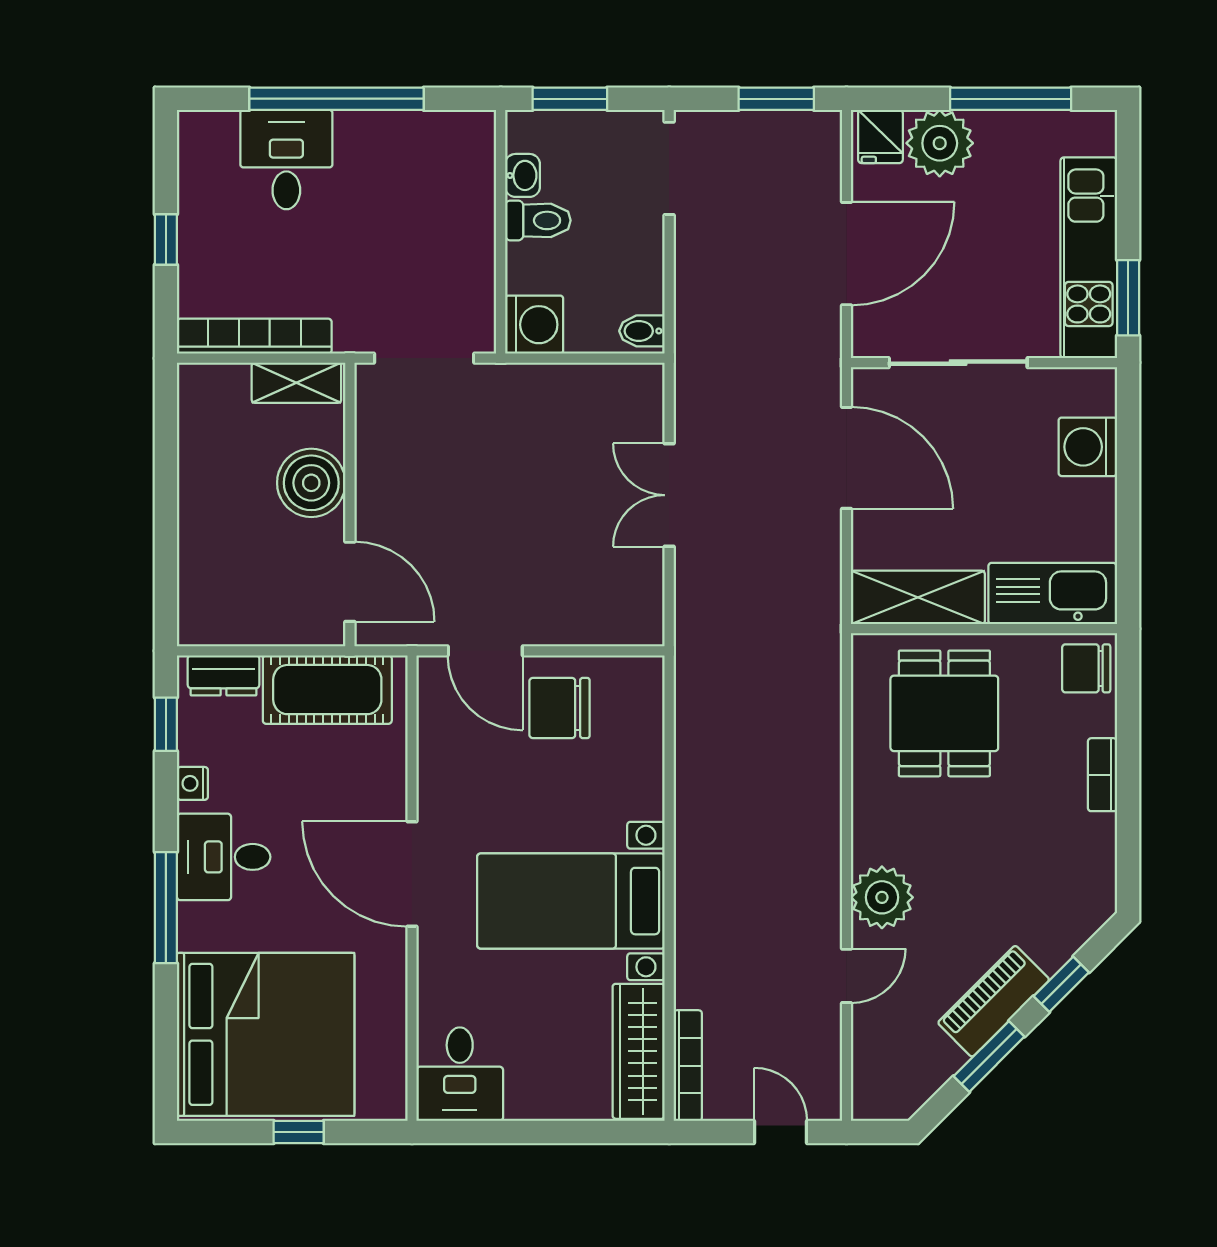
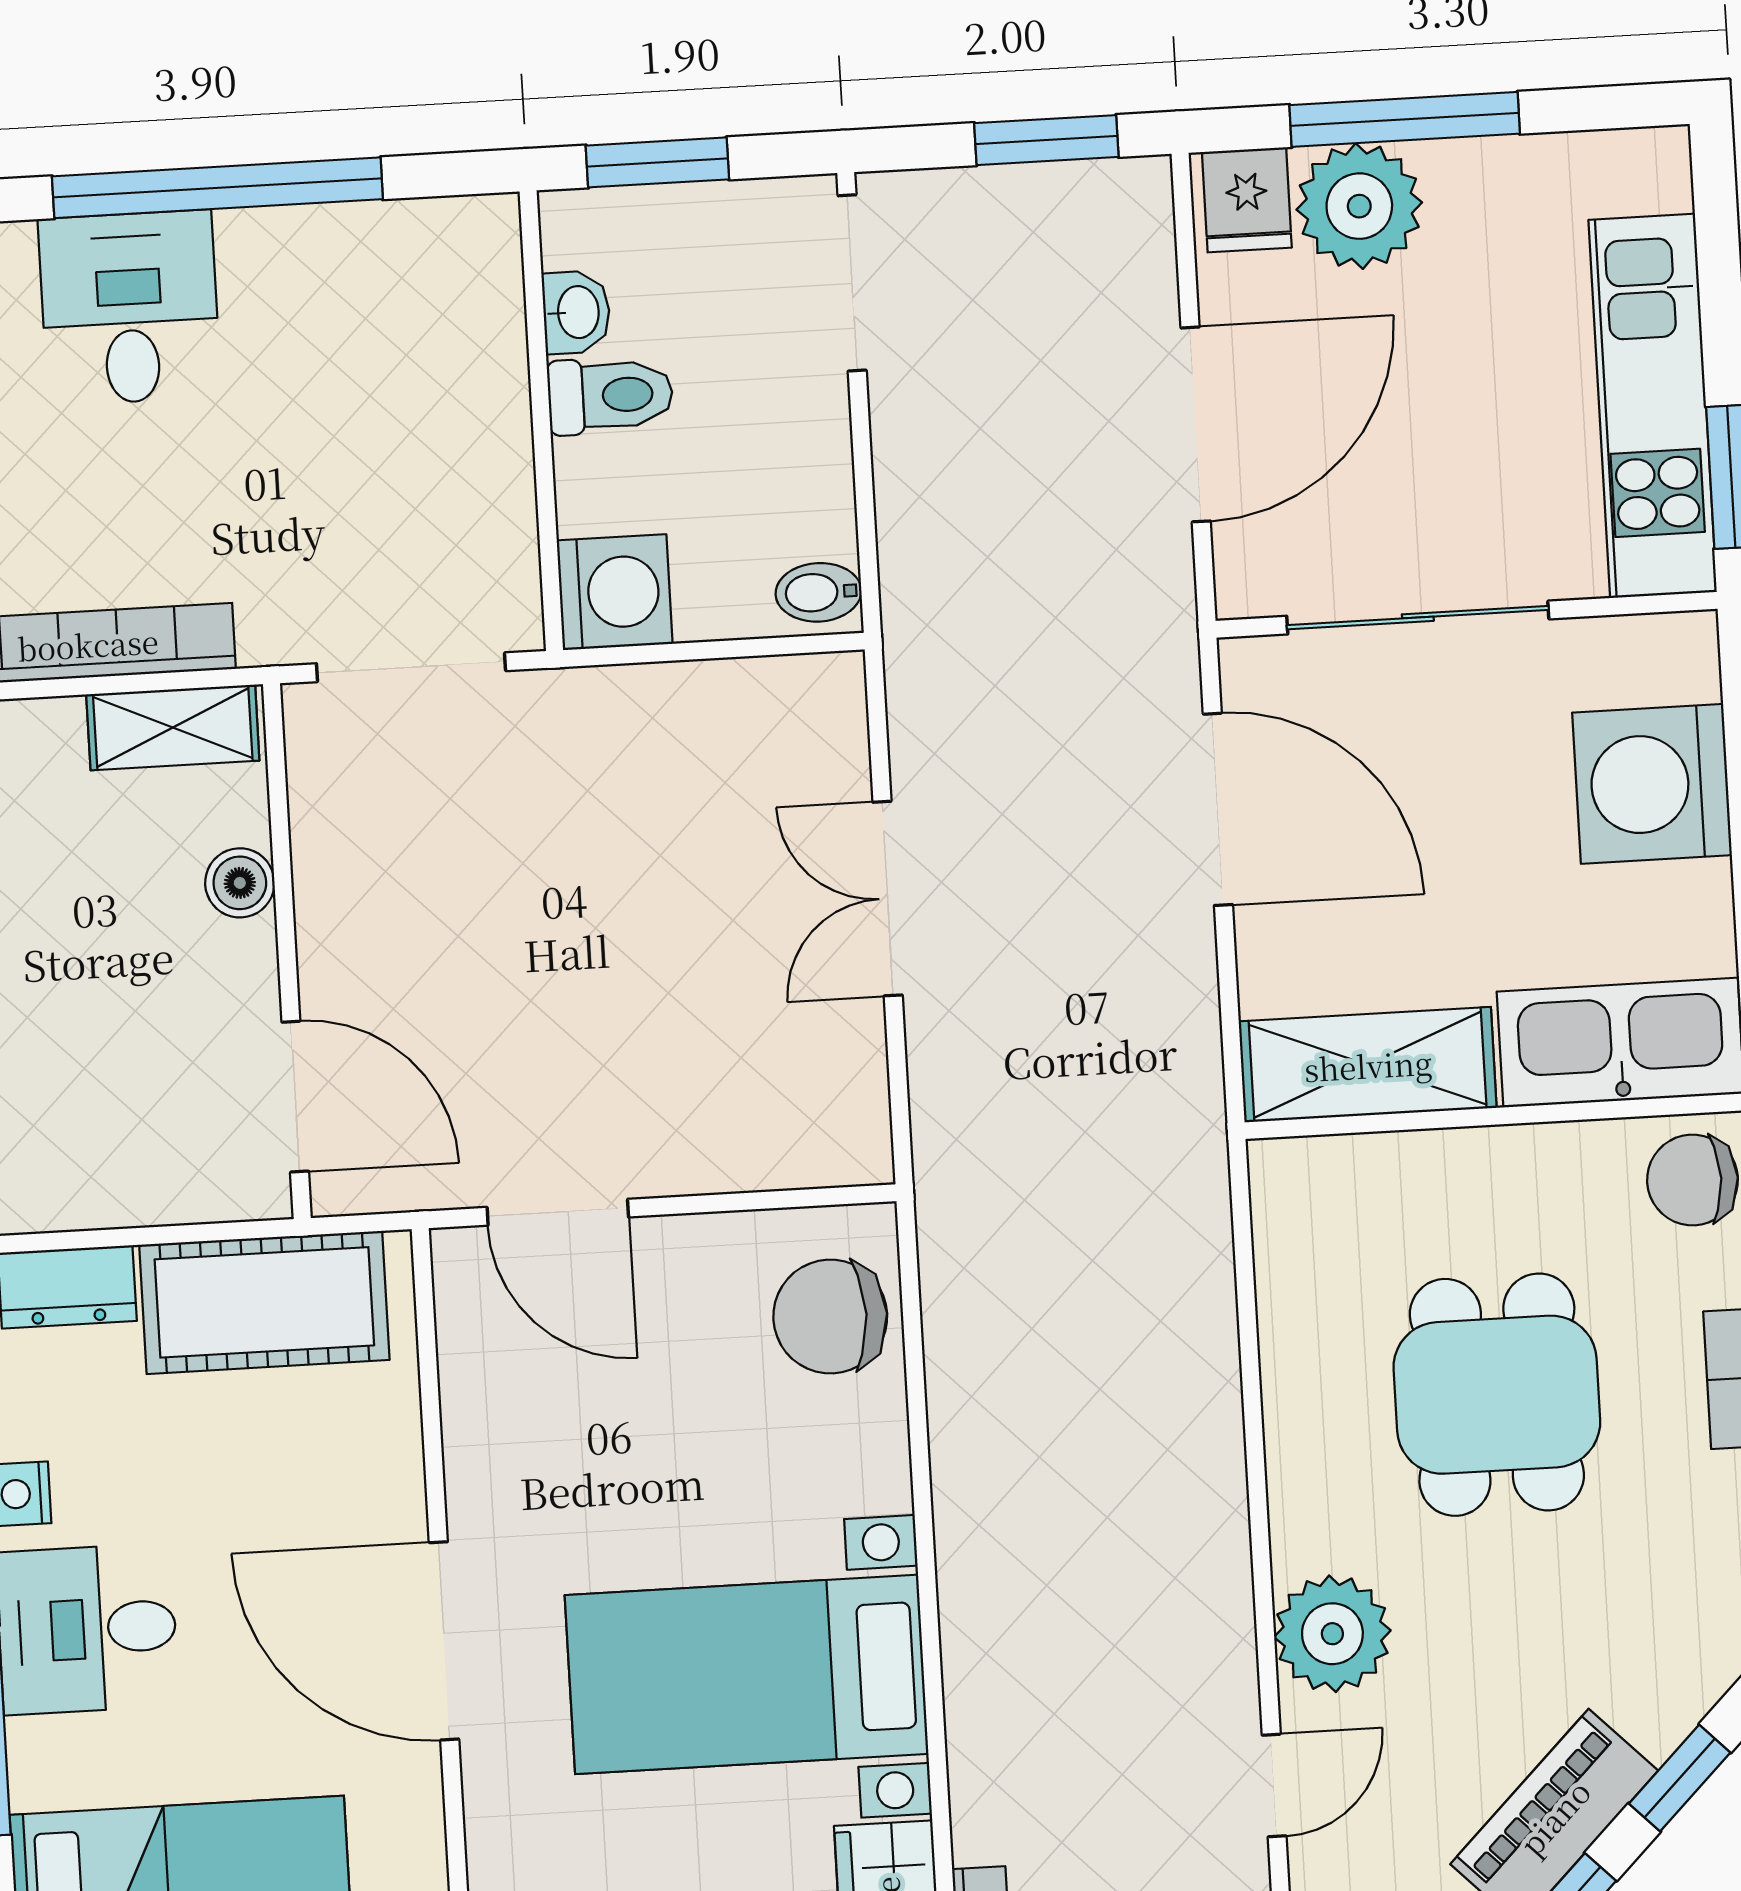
window: (1011, 99) -> (1405, 119), moved
washing machine: (1088, 447) -> (1652, 784), width x1.37, depth x1.37
boiler: (311, 483) -> (240, 883), width x0.54, depth x0.54
chair: (560, 708) -> (830, 1317), moved
dining table: (944, 713) -> (1497, 1395), moved

